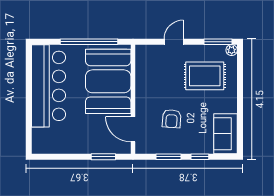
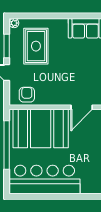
window: (218, 42) -> (7, 46), moved
armchair: (172, 119) -> (27, 95), moved, turned -94

